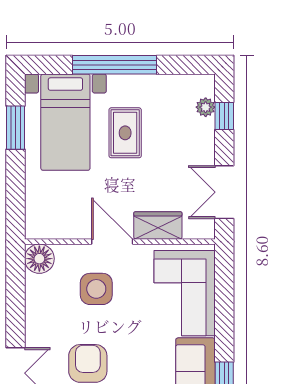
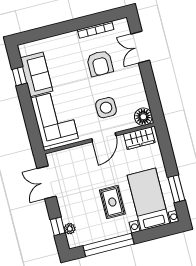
window: (114, 65) -> (109, 245), moved
double door: (224, 192) -> (46, 182), swing flipped
wardrobe: (158, 226) -> (139, 138), moved
door: (112, 242) -> (104, 137), hinge flipped

